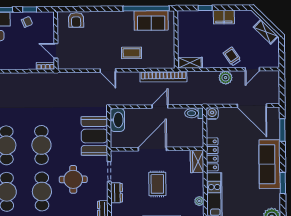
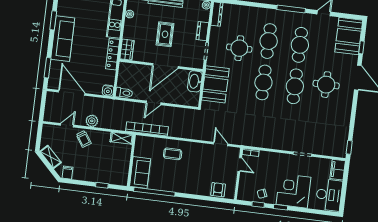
filing cabinet: (224, 17) -> (68, 173), moved, width x0.50
sofa: (151, 21) -> (140, 173), moved, turned 90
door: (108, 70) -> (221, 144), moved
washbasin: (117, 120) -> (195, 81), moved

